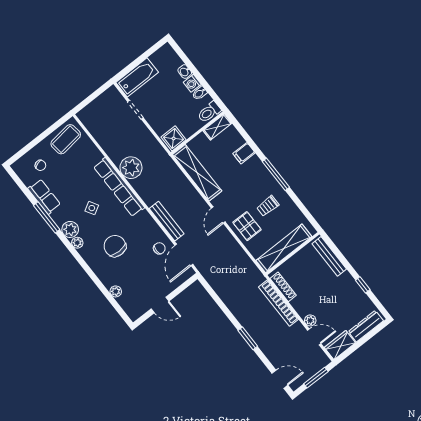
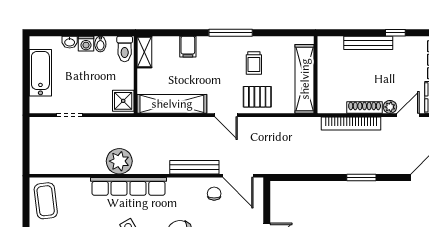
bathtub: (137, 77) -> (40, 73), moved
bench: (329, 256) -> (368, 43), moved
shoe rack: (283, 287) -> (365, 107), moved

